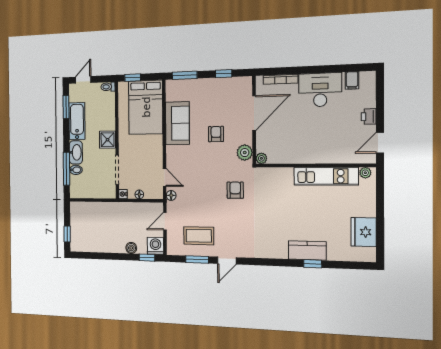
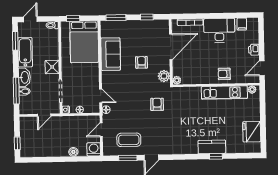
armchair: (326, 150) -> (224, 74), added
door: (98, 200) -> (44, 115), added
window: (147, 258) -> (87, 159), removed

